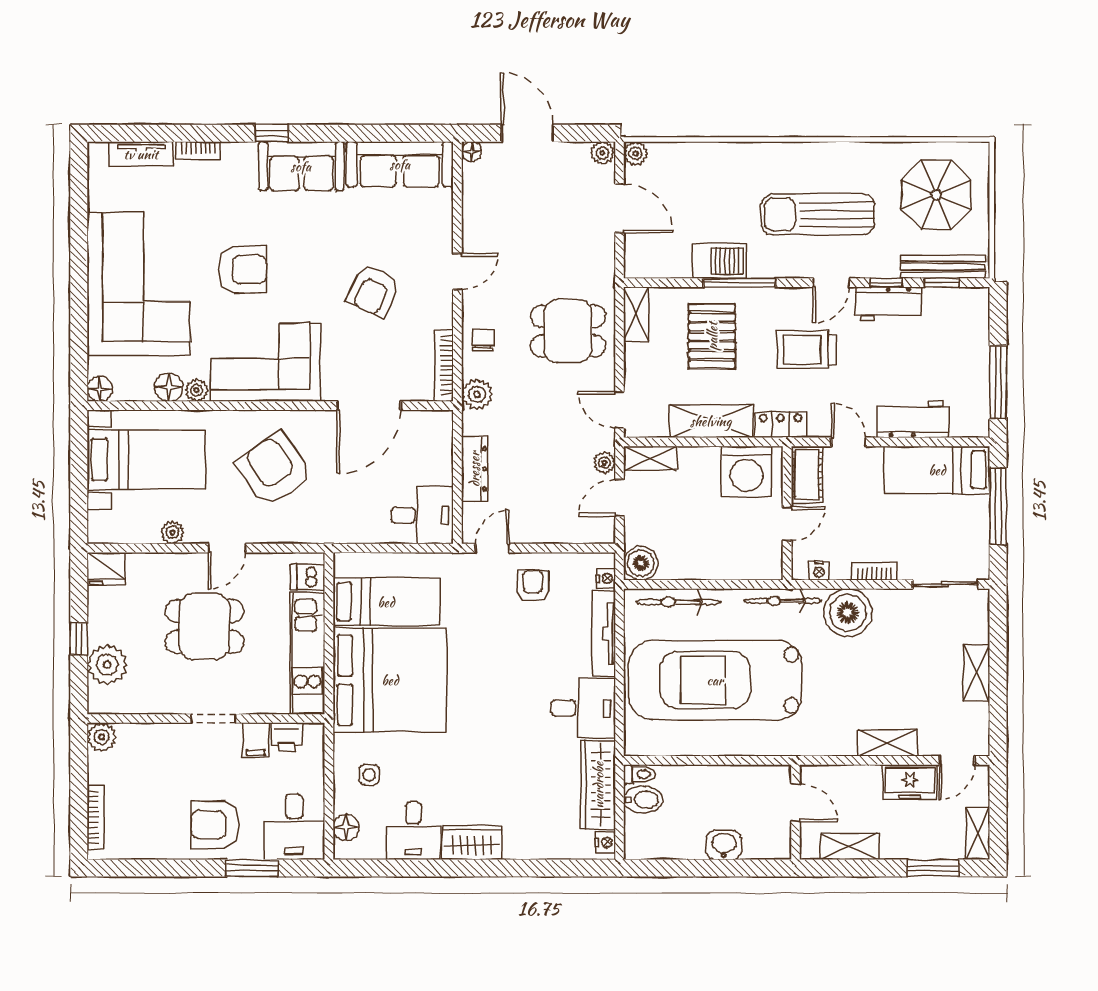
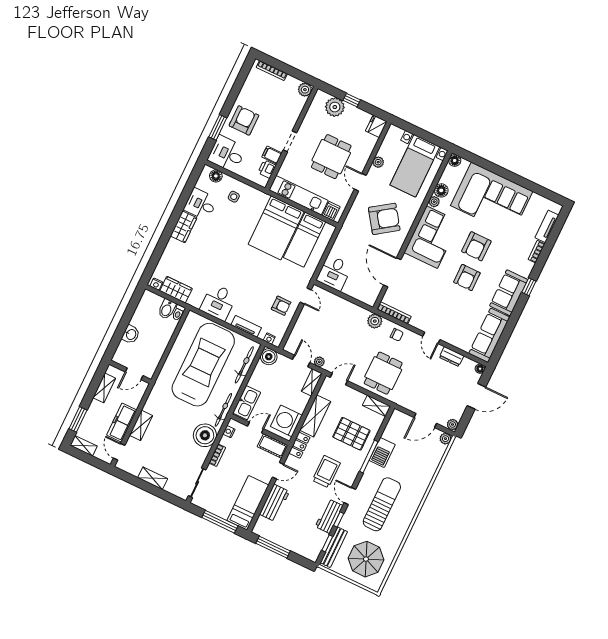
armchair: (373, 291) -> (467, 278), moved, turned -115
dresser: (474, 469) -> (451, 357), moved, width x0.70
door: (787, 524) -> (256, 428), swing flipped
kitchen sink: (748, 563) -> (247, 403), added
tv unit: (604, 633) -> (246, 326), width x0.71
bed: (390, 680) -> (276, 228), width x0.73
freezer: (910, 782) -> (122, 423), width x1.40
wardrobe: (598, 785) -> (176, 290), width x0.67

